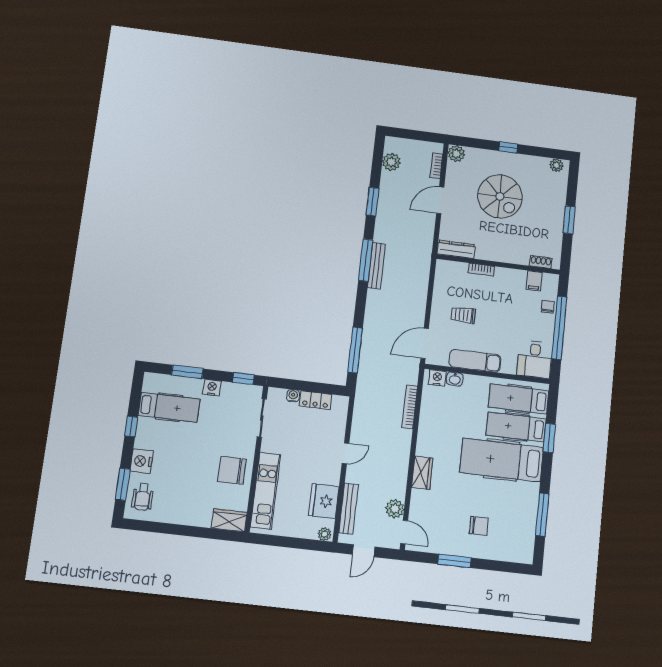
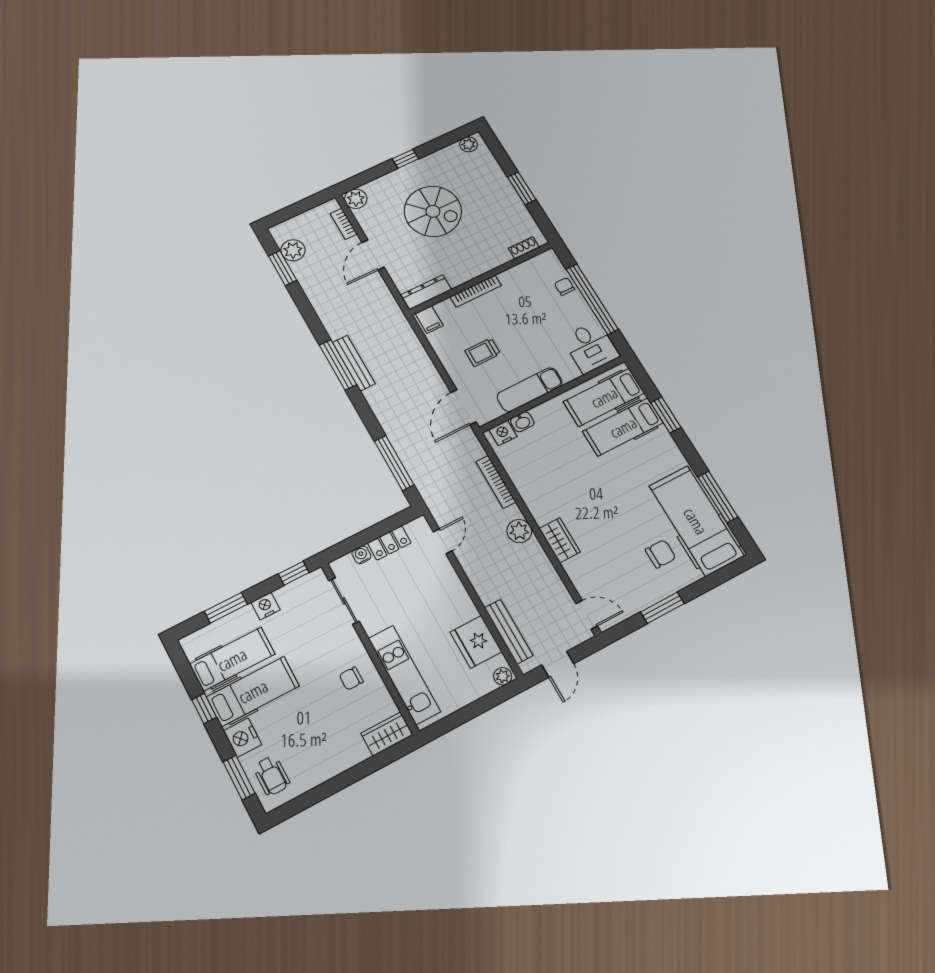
window: (373, 202) -> (283, 268), moved
bookcase: (481, 270) -> (476, 291), width x1.56
filing cabinet: (534, 281) -> (429, 320), moved
hospital bed: (167, 437) -> (253, 691), added
door: (345, 453) -> (443, 541), moved
hospital bed: (502, 460) -> (696, 521), moved, turned 90
chair: (232, 470) -> (351, 678), width x0.54, depth x0.54
plant: (395, 509) -> (519, 531), moved

